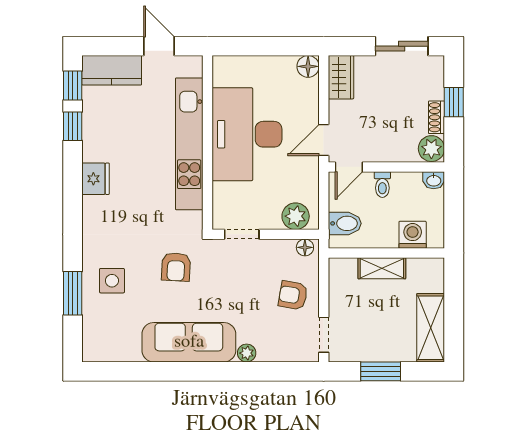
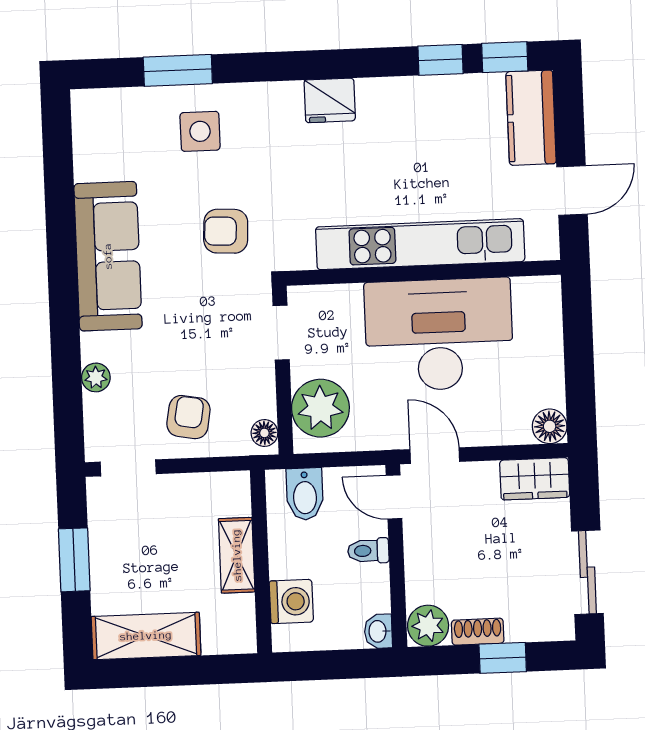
fridge: (96, 179) -> (330, 100), moved
plant: (296, 216) -> (320, 408), width x1.36, depth x1.36
plant: (247, 353) -> (96, 377), moved

